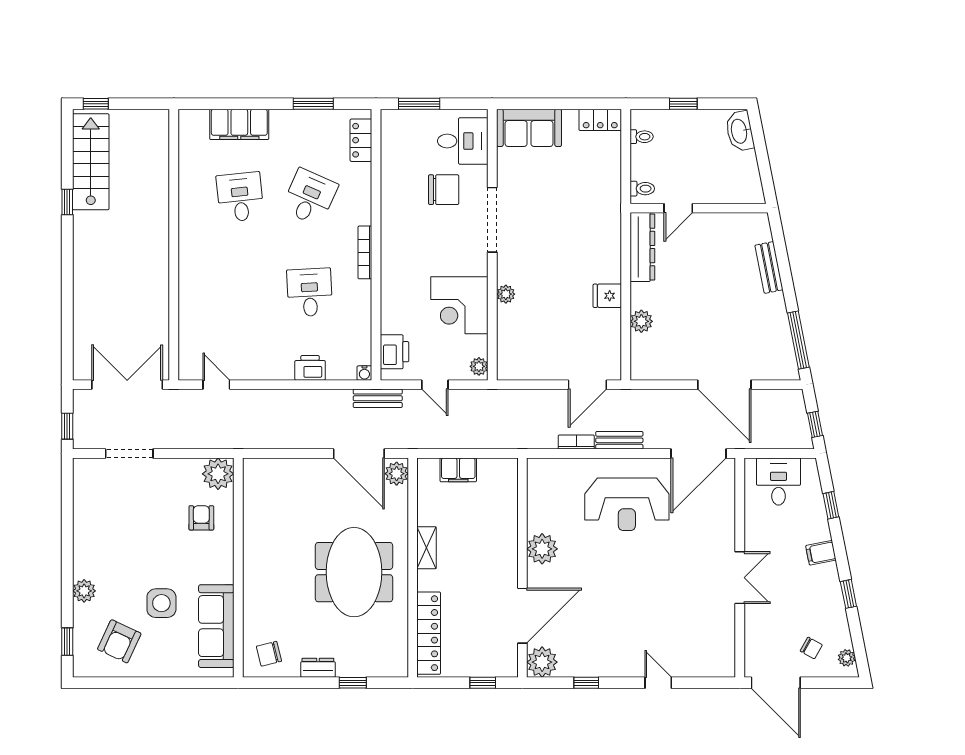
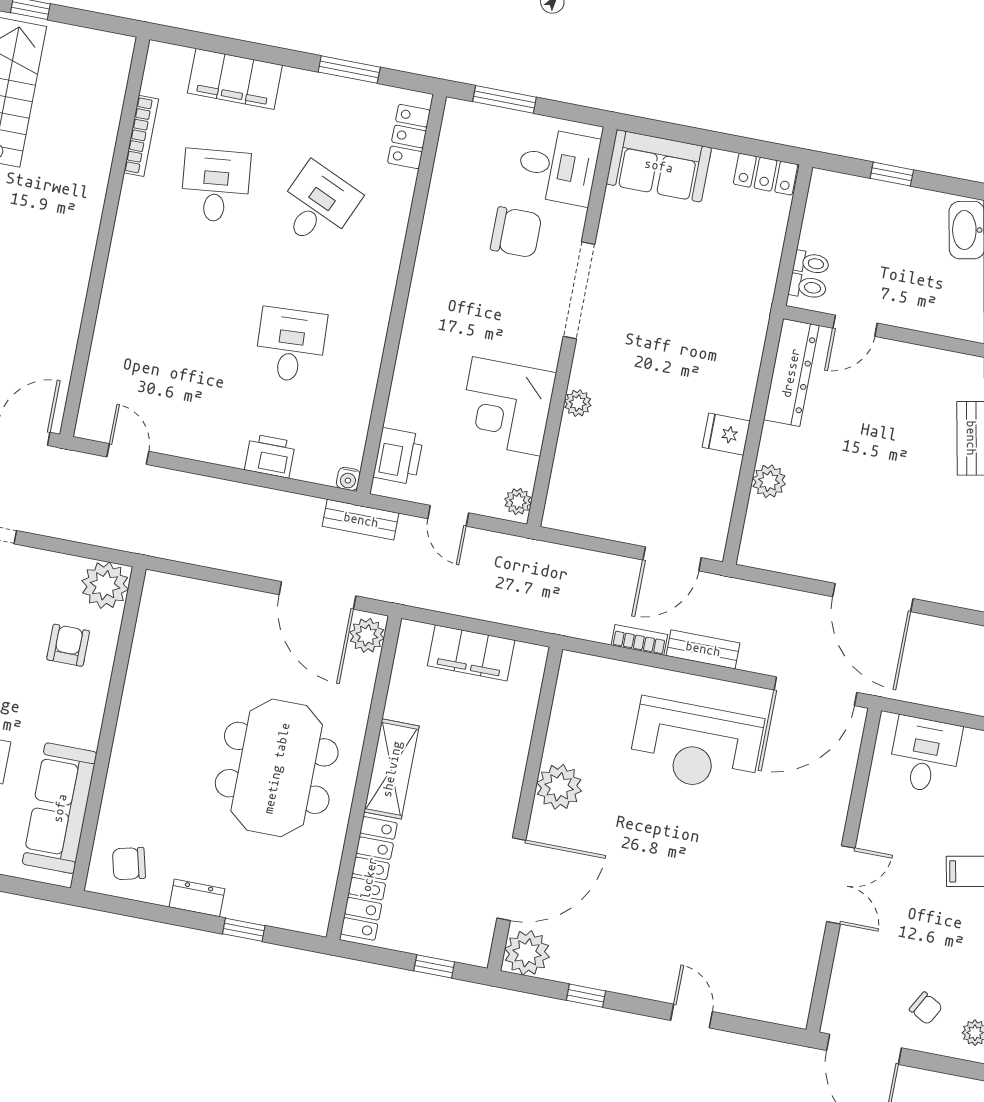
toilet: (642, 137) -> (811, 263), moved
bookcase: (365, 252) -> (141, 136), moved, turned 180
filing cabinet: (458, 470) -> (471, 653), width x1.50, depth x1.17
shelving: (426, 548) -> (392, 769), width x1.50, depth x1.33

